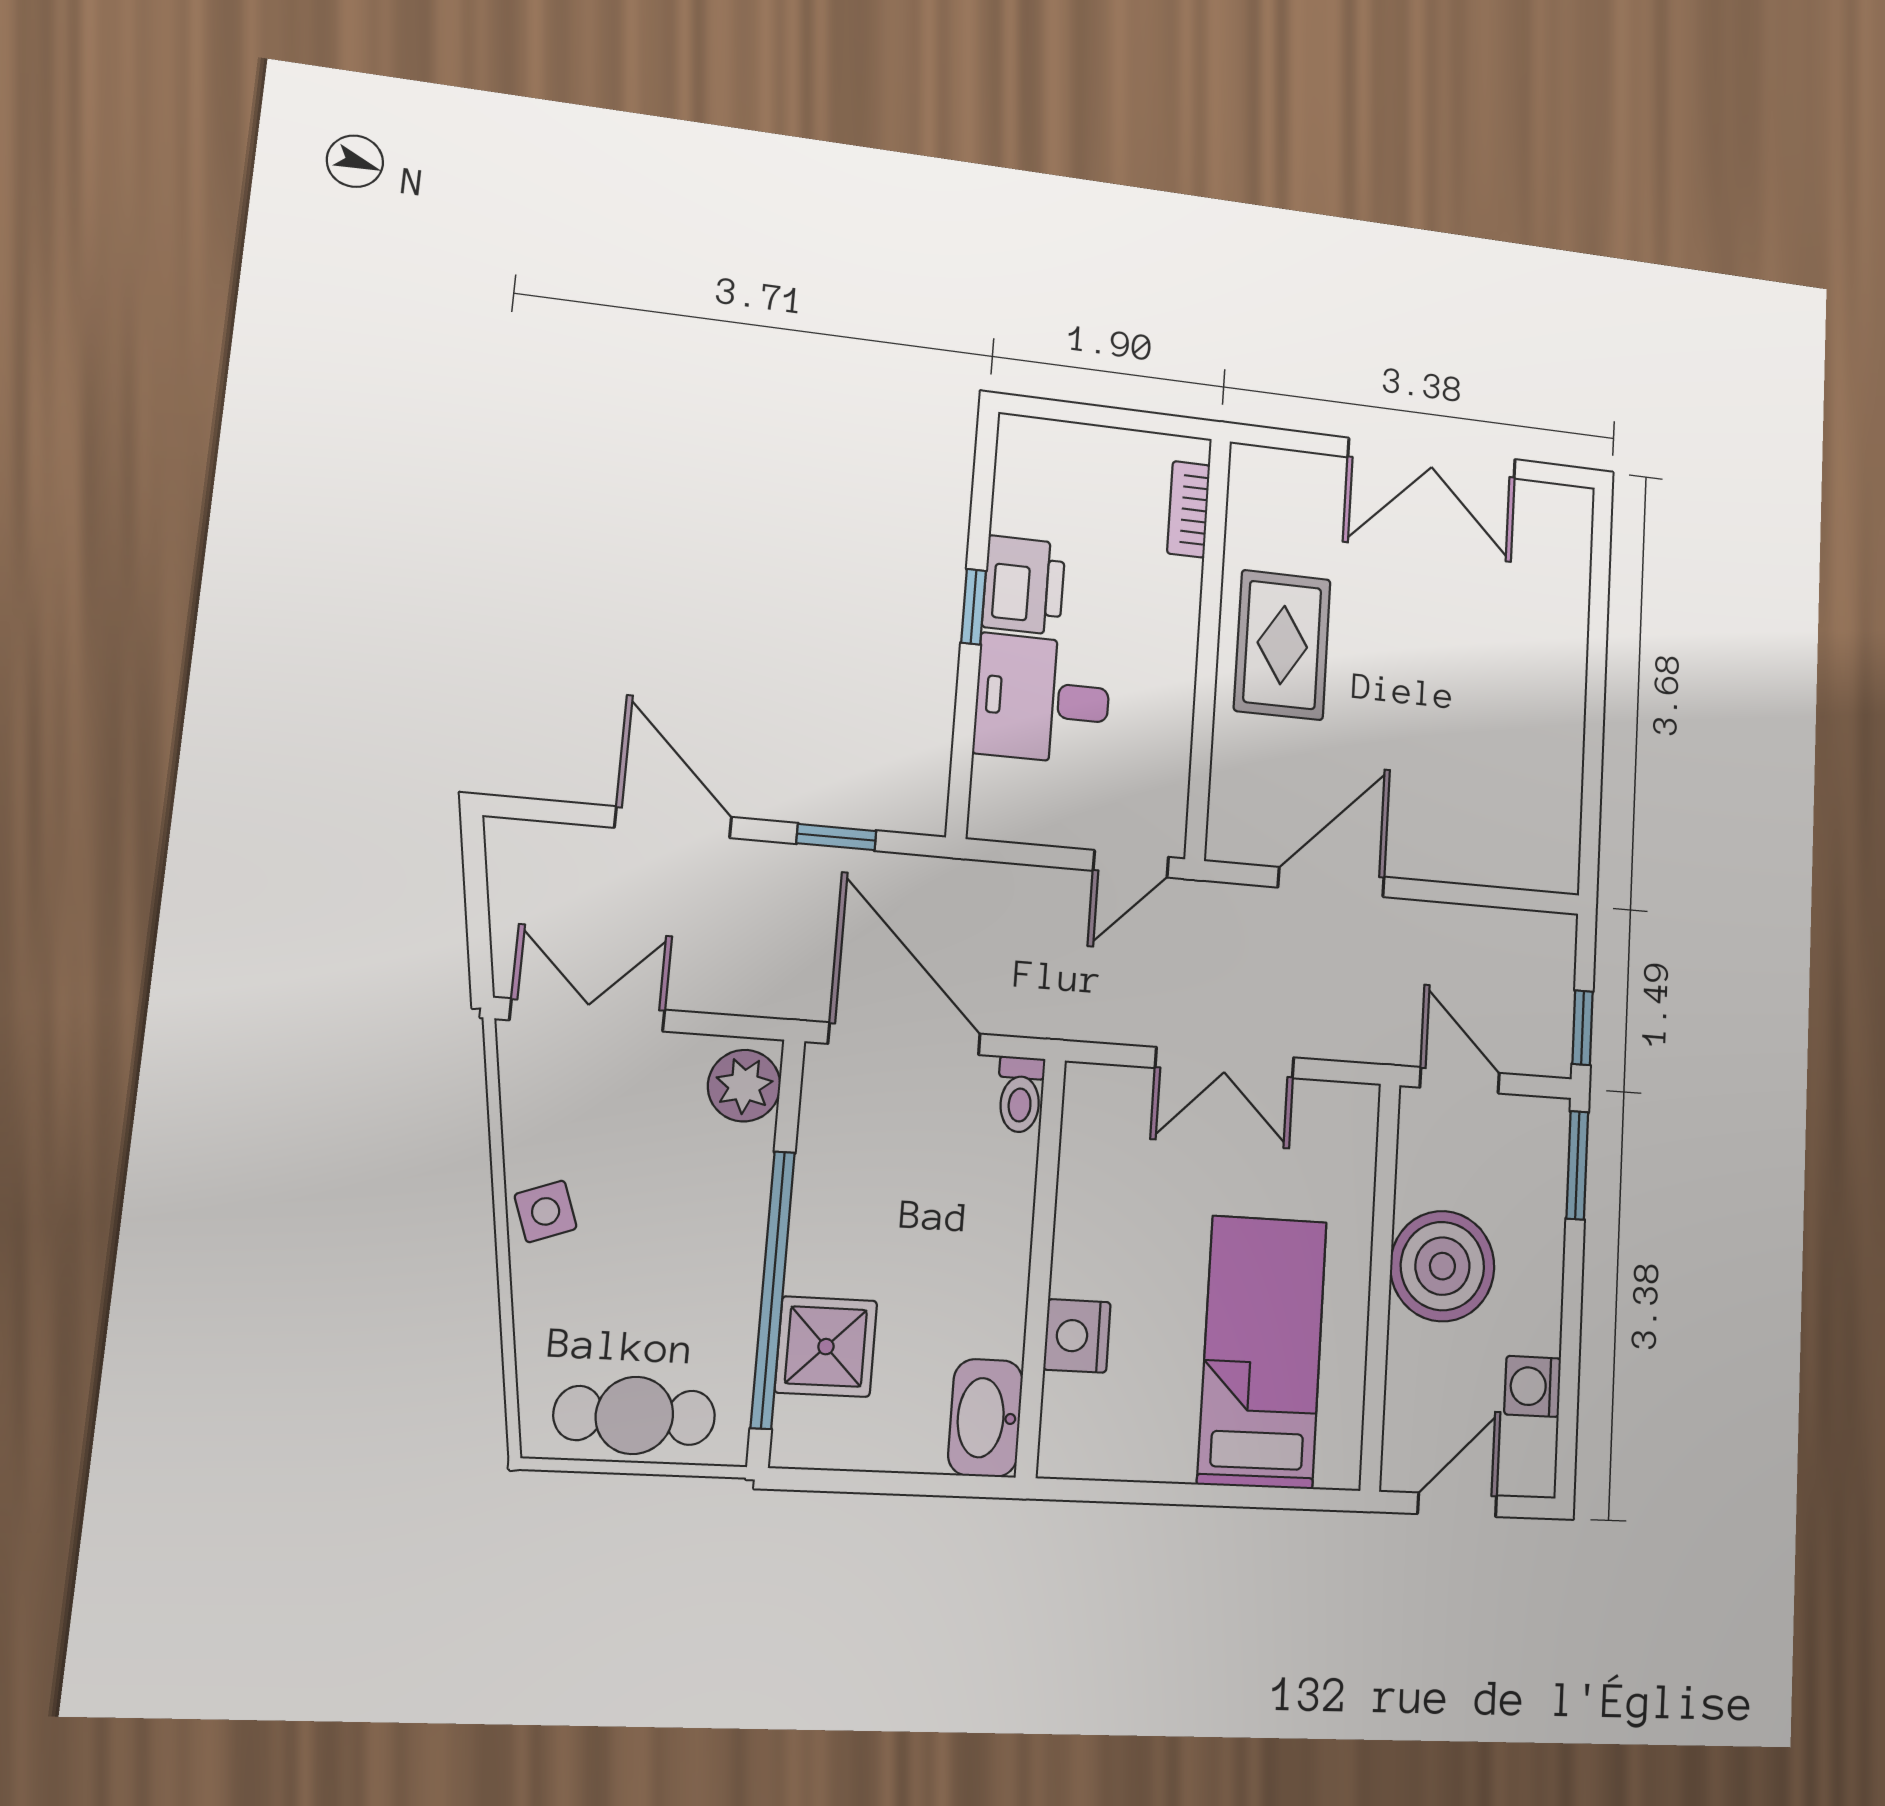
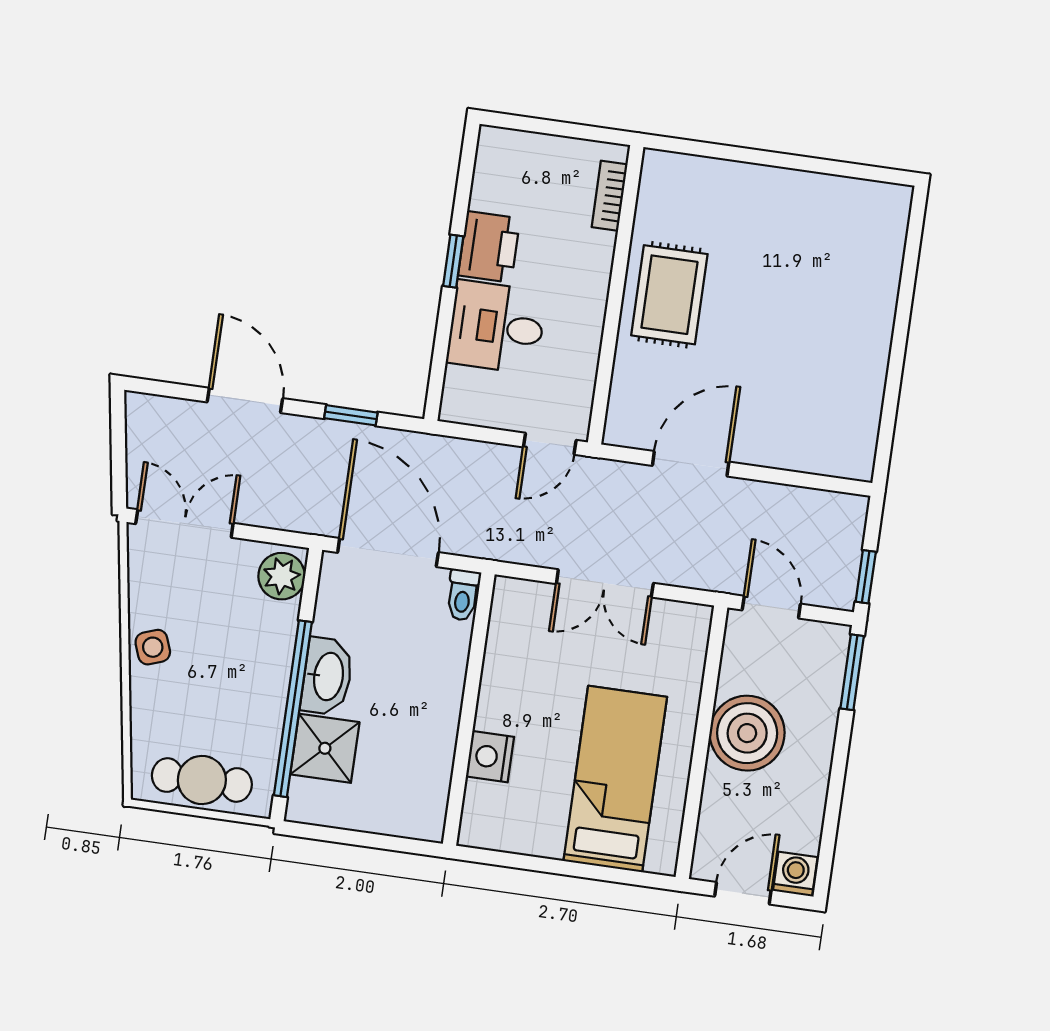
double door: (1432, 458) -> (792, 162), removed
washing machine: (1533, 1386) -> (795, 874), moved, turned 90
washbasin: (986, 1418) -> (327, 676), moved, turned 180

